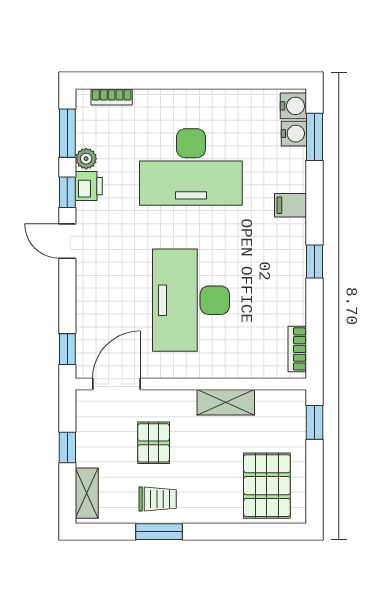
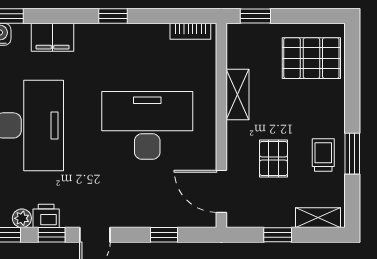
filing cabinet: (290, 205) -> (53, 37), width x2.00
desk: (191, 300) -> (147, 125), turned 180
window: (67, 349) -> (164, 235), moved
pallet: (154, 443) -> (274, 159), turned 90

